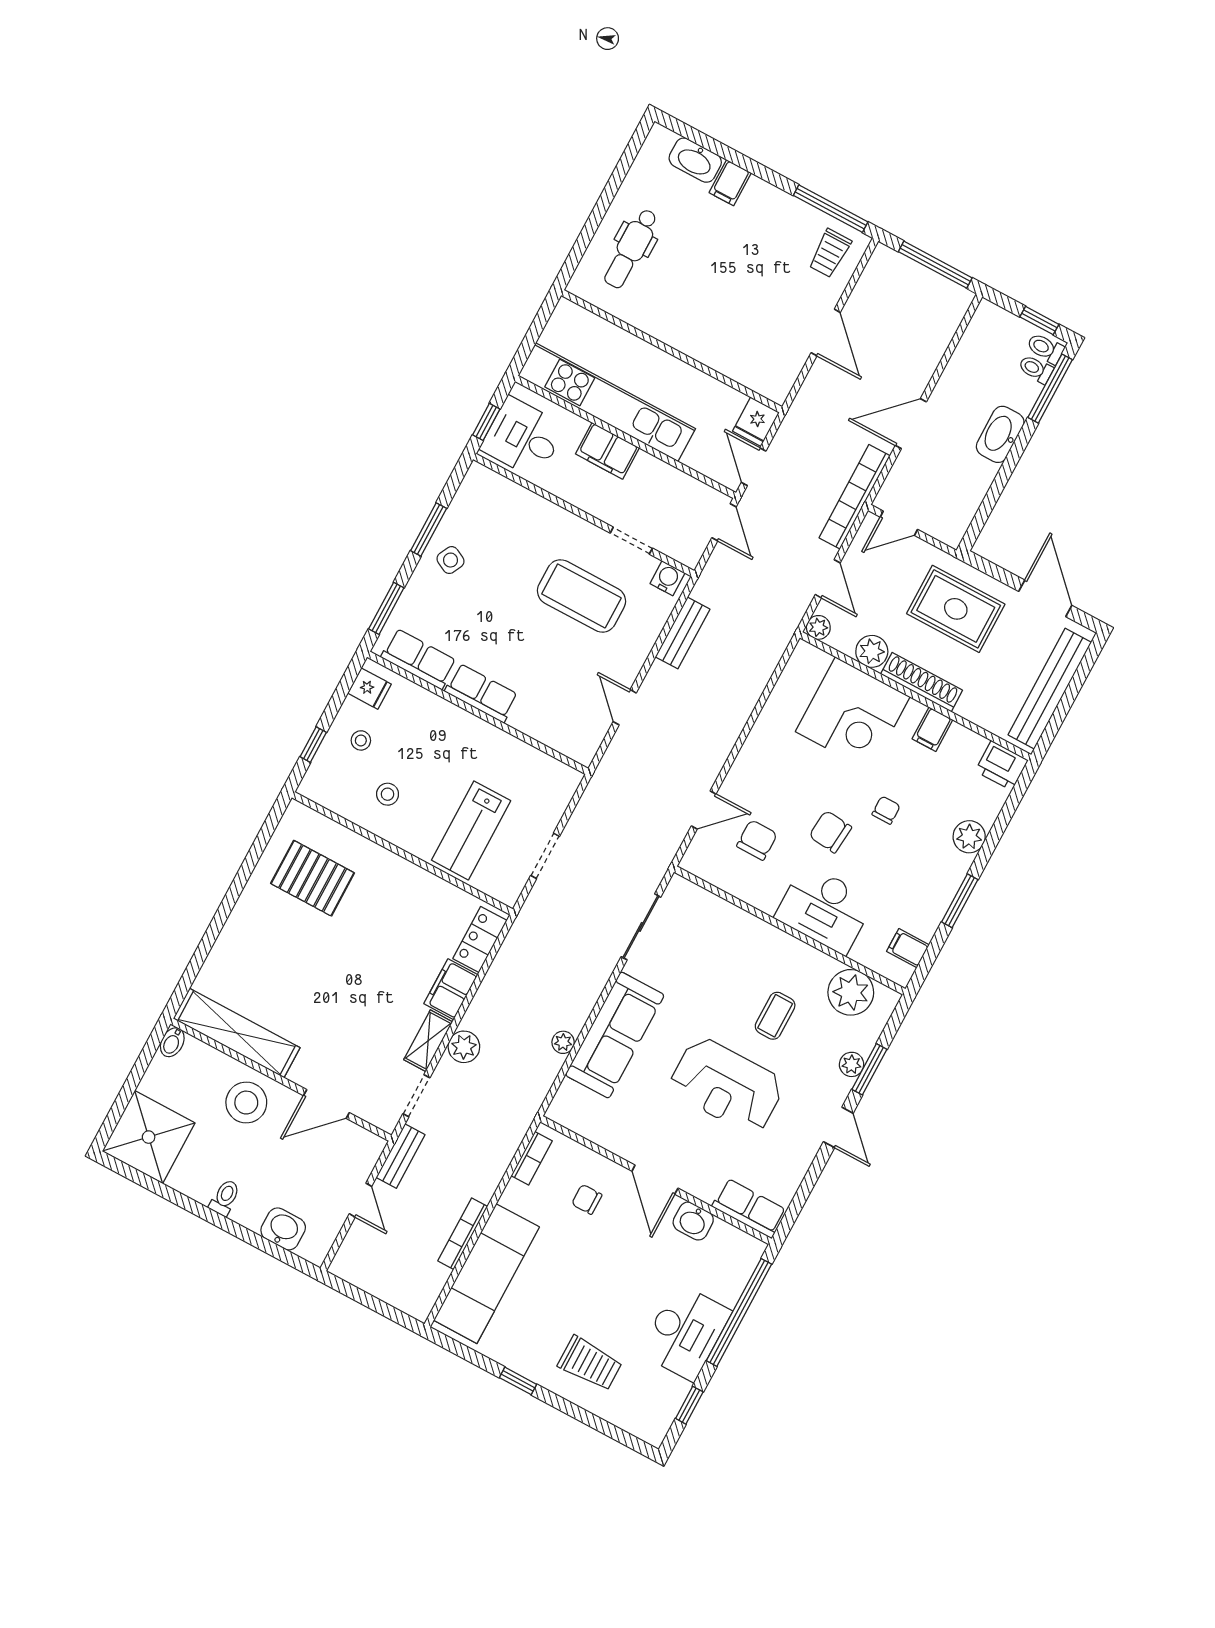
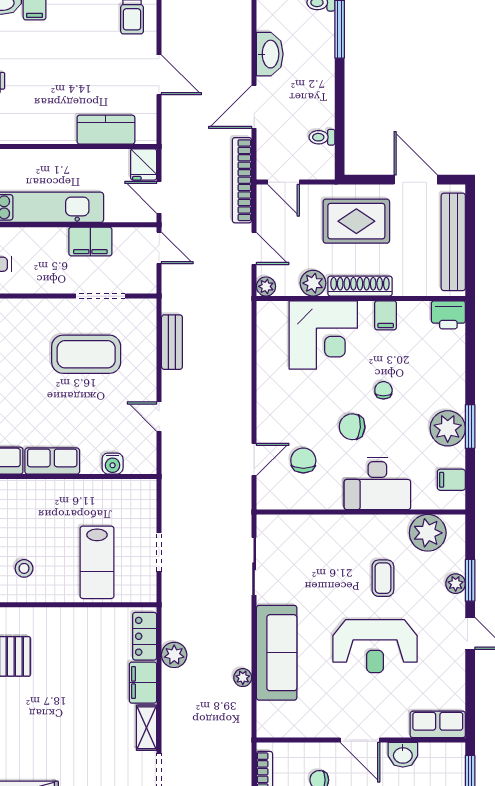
kitchen counter: (735, 361) -> (106, 130), added
toilet: (1036, 369) -> (322, 137), moved
washbasin: (1000, 434) -> (270, 54), moved, turned 180
filing cabinet: (607, 451) -> (90, 242), moved
door: (899, 523) -> (284, 182), hinge flipped
doorway: (631, 541) -> (100, 296), width x1.38
water cooler: (668, 578) -> (113, 464), moved, turned 180
plant: (969, 837) -> (448, 428), moved, width x1.36, depth x1.36
plant: (464, 1047) -> (174, 655), moved

